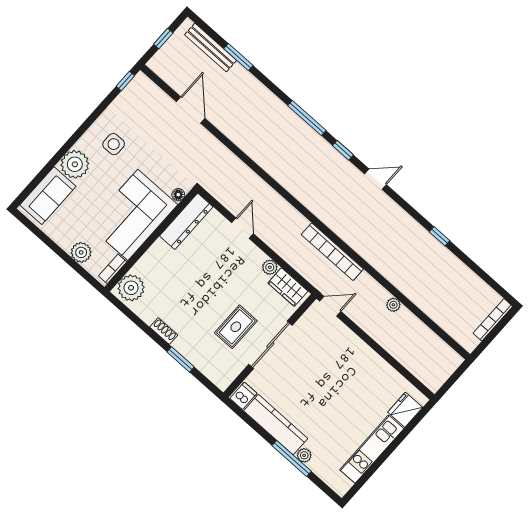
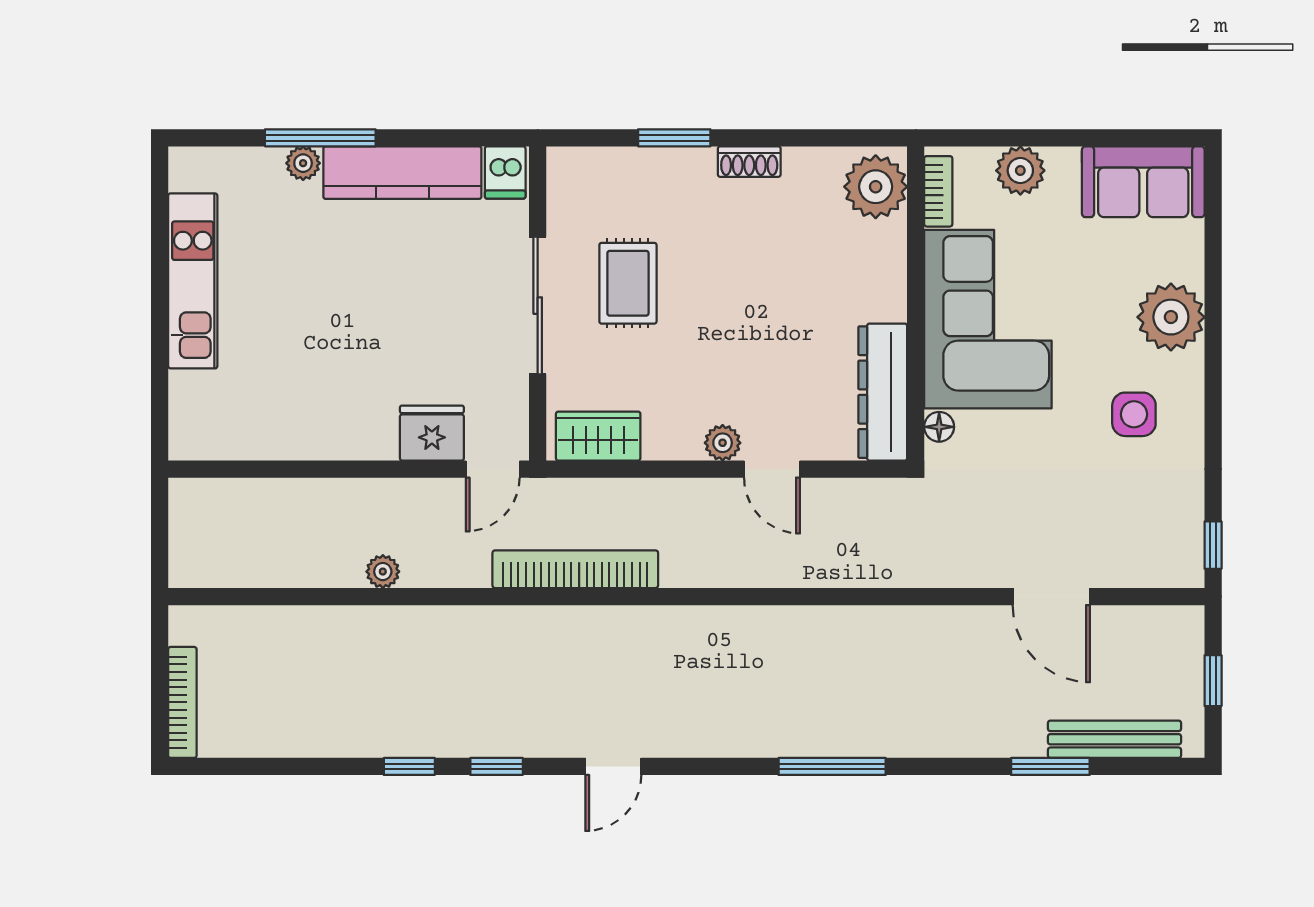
window: (343, 150) -> (497, 766), moved
sofa: (48, 196) -> (1143, 182), moved, turned -90
plant: (270, 267) -> (723, 443), moved
fridge: (405, 410) -> (432, 433), moved, turned -90

